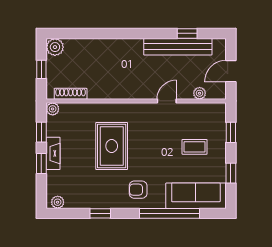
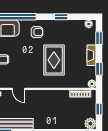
door: (167, 101) -> (19, 89), hinge flipped
window: (41, 164) -> (99, 38), moved

